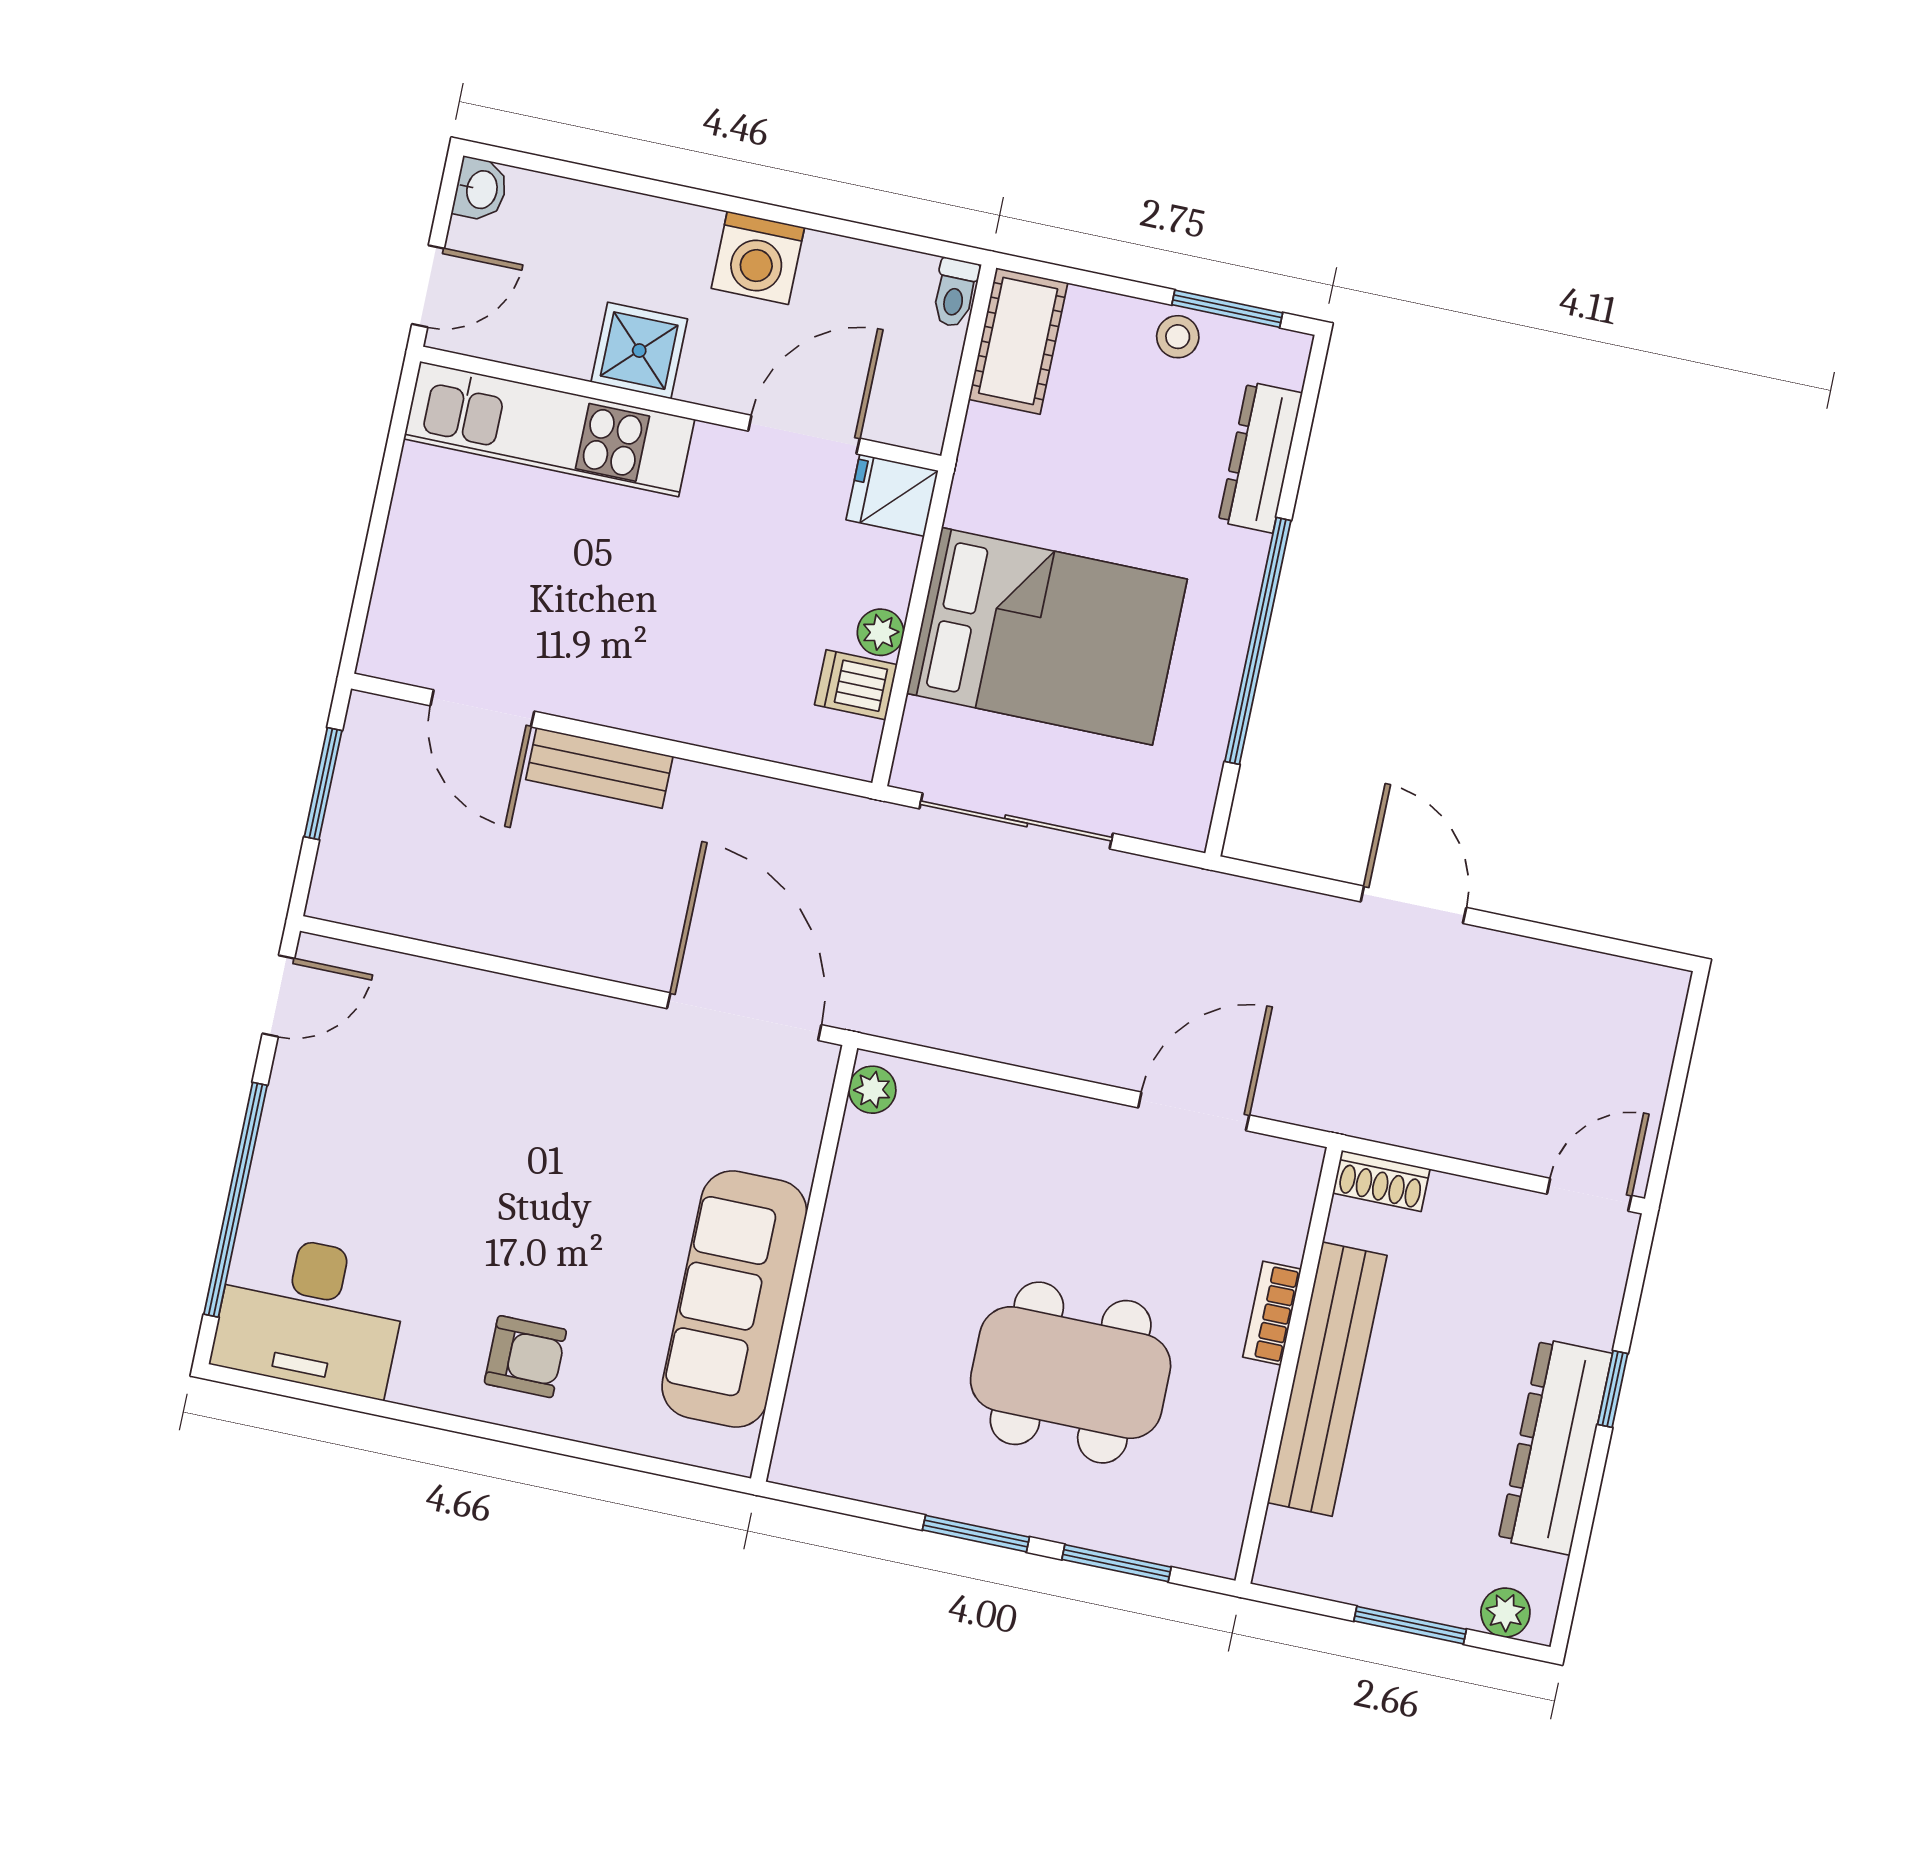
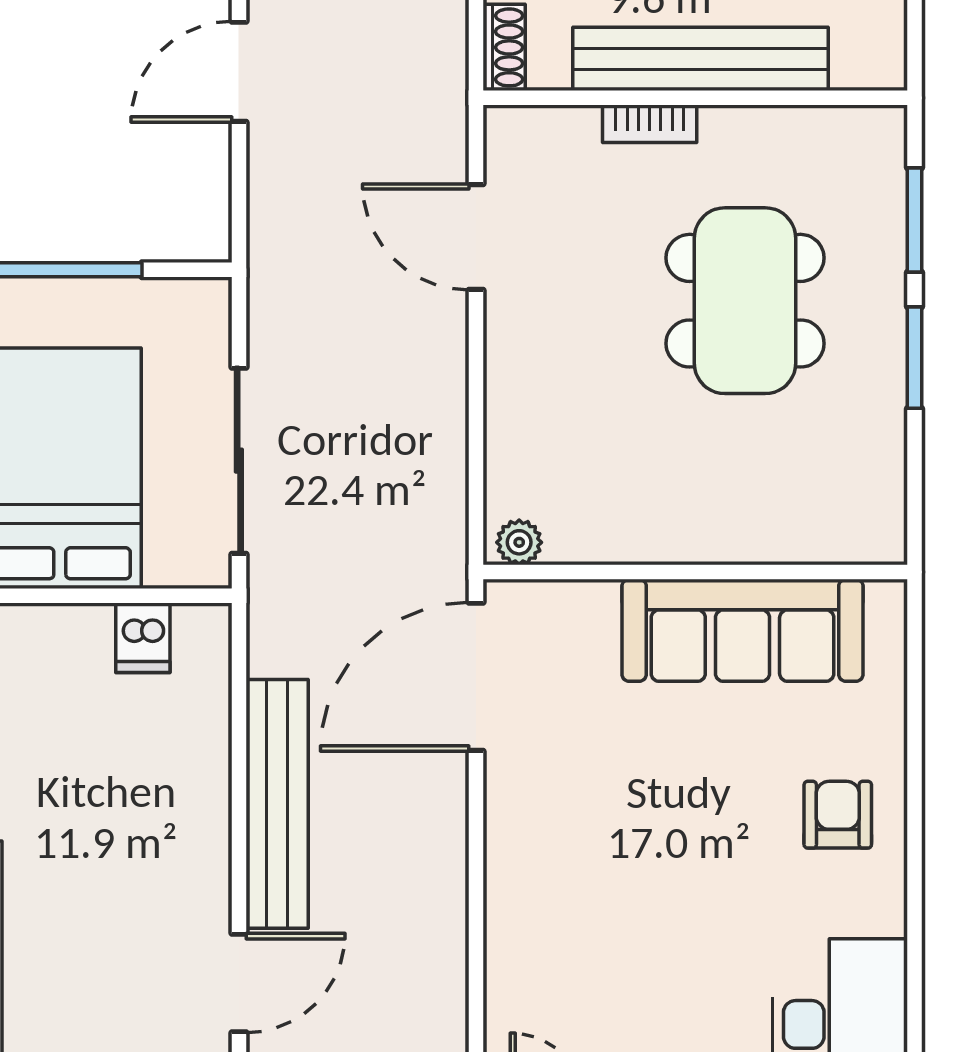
plant: (881, 632) -> (89, 625), removed
bench: (599, 768) -> (277, 804), width x1.86, depth x1.21

